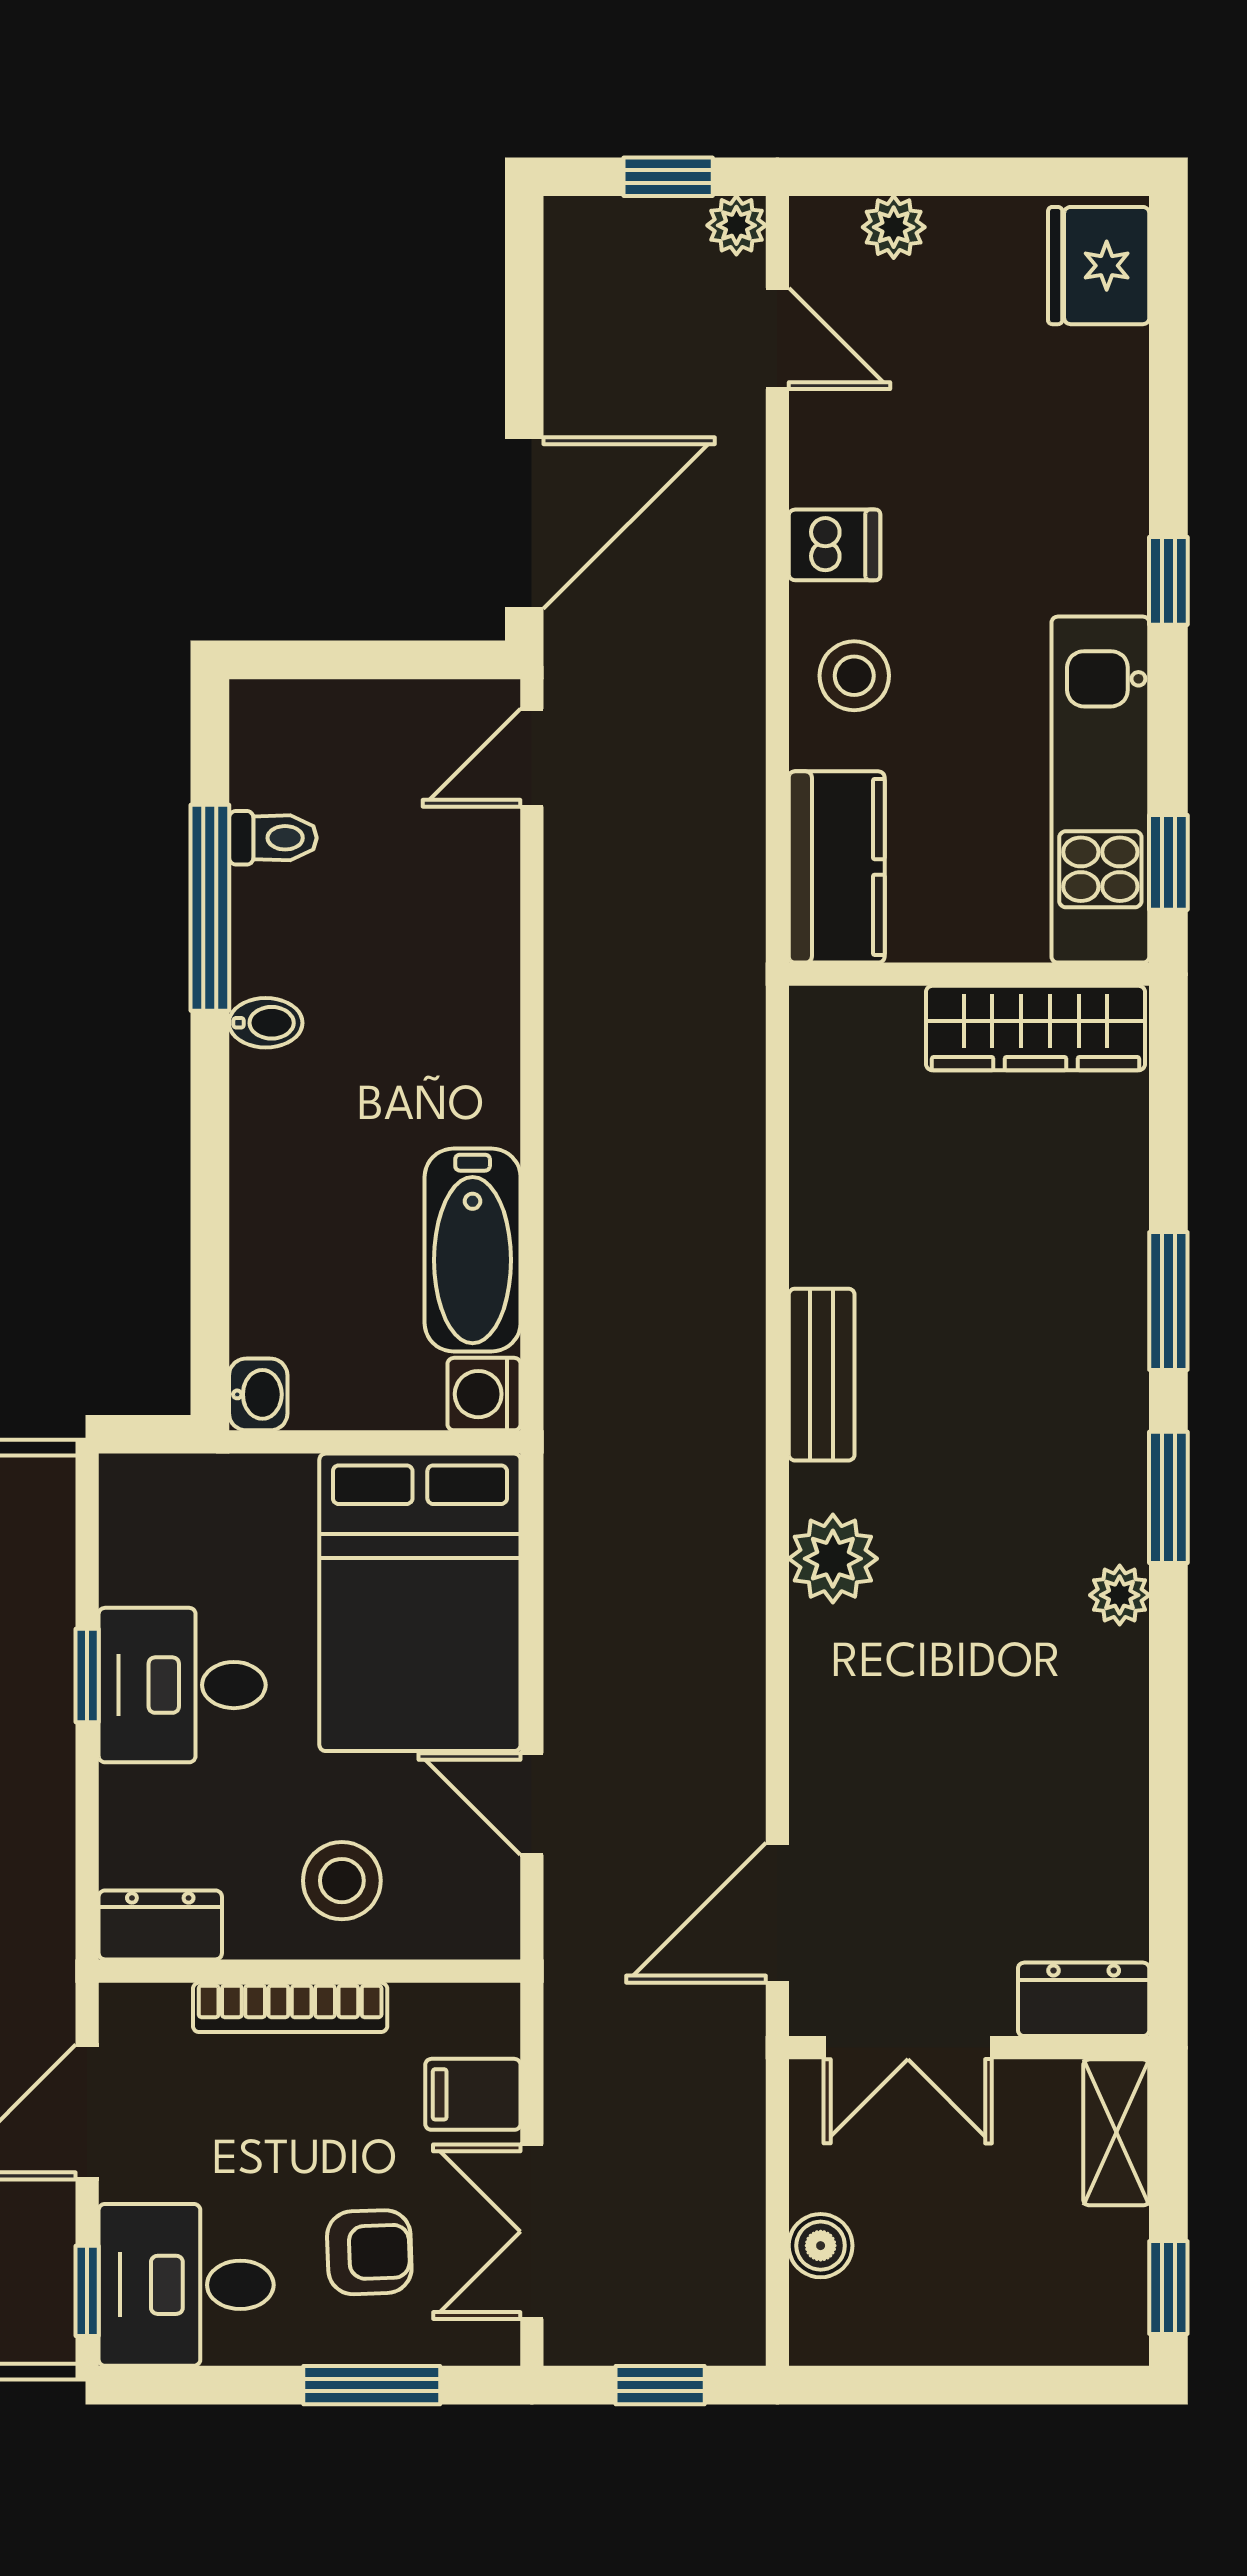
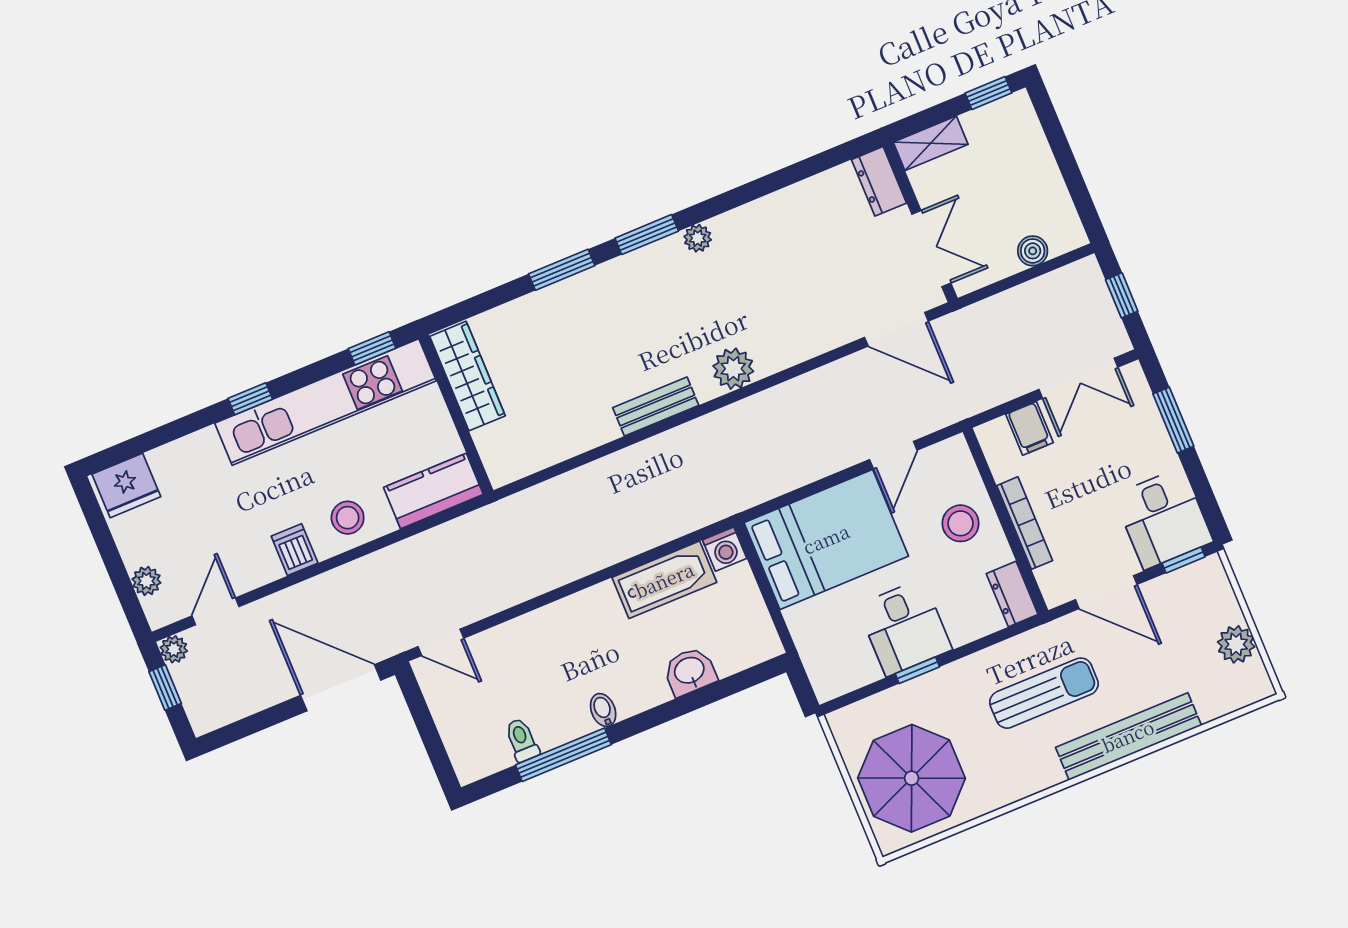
kitchen unit: (1100, 790) -> (325, 402), width x1.36
washbasin: (258, 1394) -> (690, 671), moved, width x1.38, depth x1.45
armchair: (369, 2252) -> (1116, 445), removed

